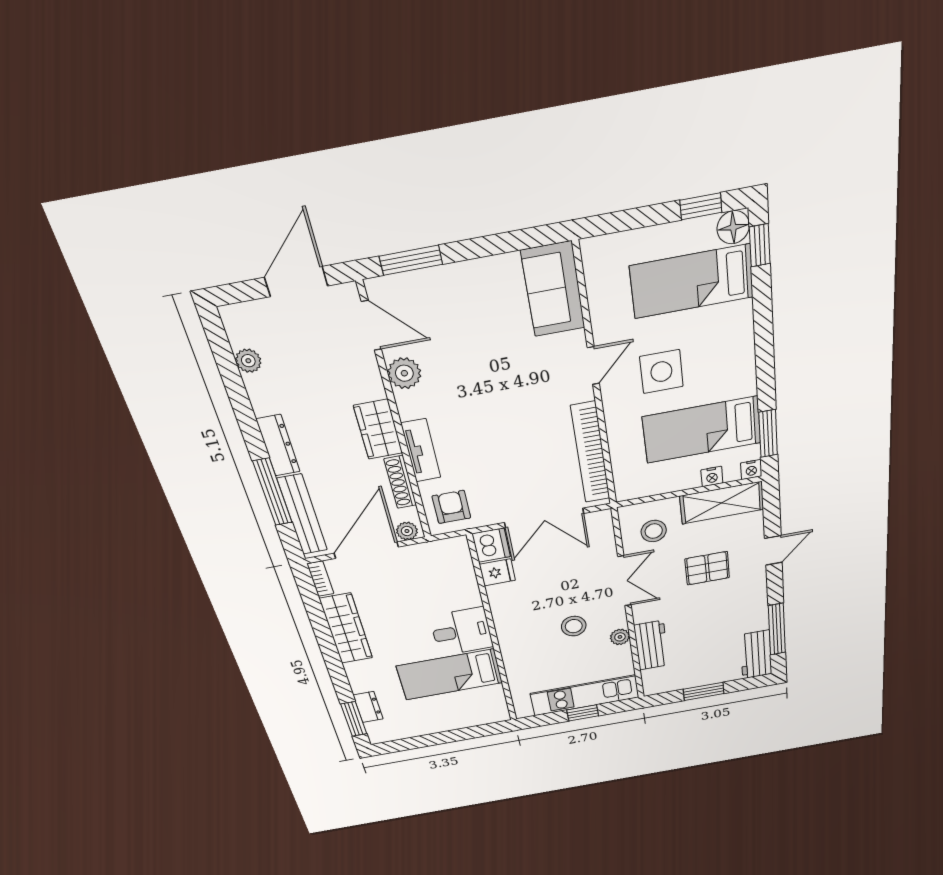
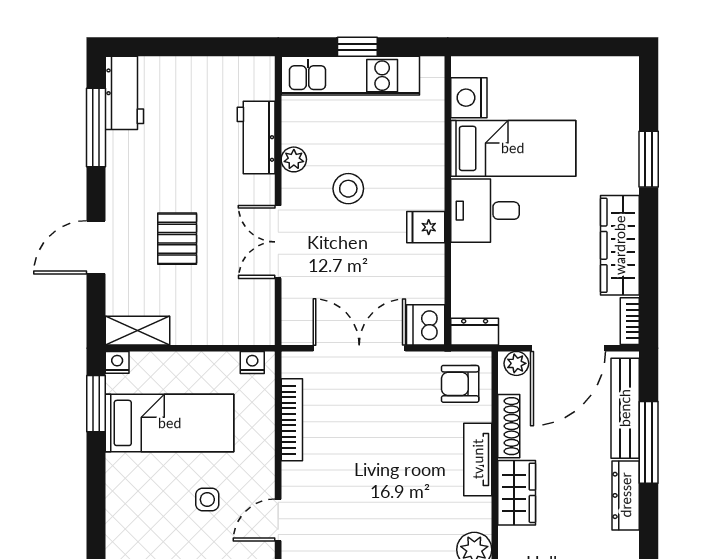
side table: (661, 372) -> (207, 499), width x0.54, depth x0.54
bookcase: (591, 453) -> (292, 420), width x0.68, depth x0.76
nightstand: (712, 476) -> (252, 362), moved
shelving: (722, 503) -> (138, 331), width x0.67, depth x0.75
armchair: (451, 507) -> (460, 384), turned 90
stool: (654, 531) -> (236, 304), removed
door: (773, 550) -> (96, 247), width x1.37
pallet: (707, 568) -> (177, 239), turned 90
fridge: (497, 572) -> (426, 227), moved
window: (704, 691) -> (196, 47), removed
nightstand: (492, 699) -> (469, 98), added
dresser: (368, 707) -> (475, 332), moved, turned 90
window: (354, 719) -> (649, 159), moved

